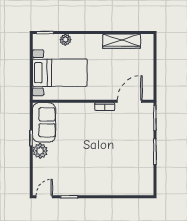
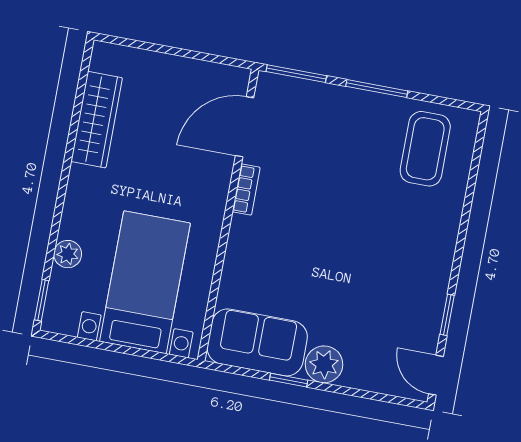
door: (130, 101) -> (245, 127), hinge flipped
coffee table: (134, 175) -> (425, 149), added

